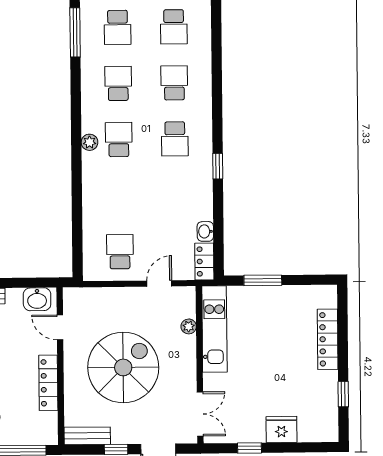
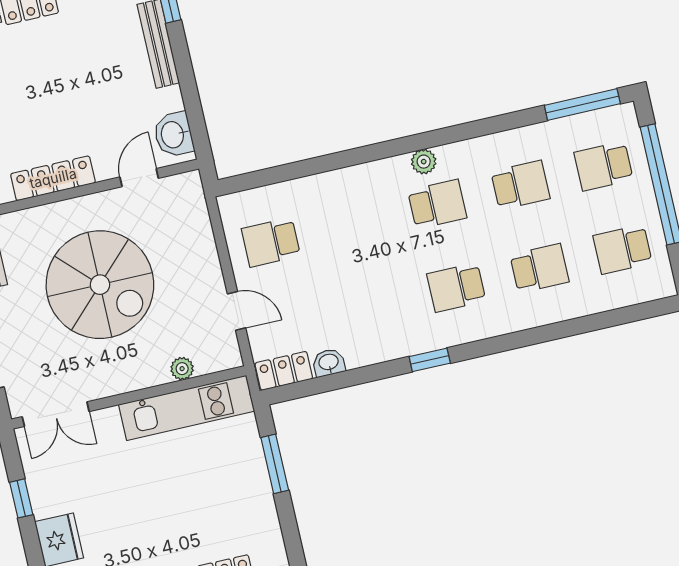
school desk: (120, 252) -> (271, 242), turned 180

